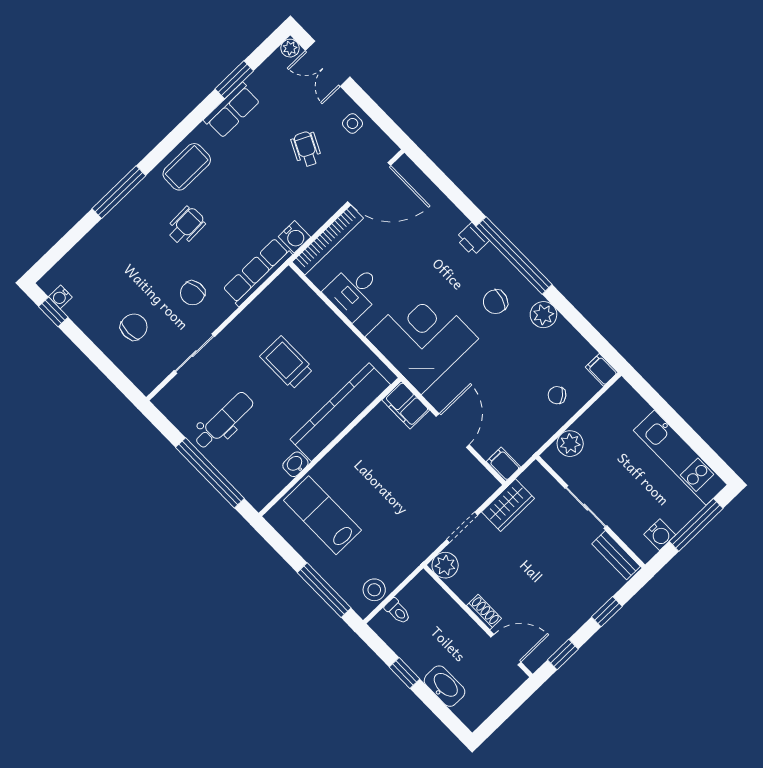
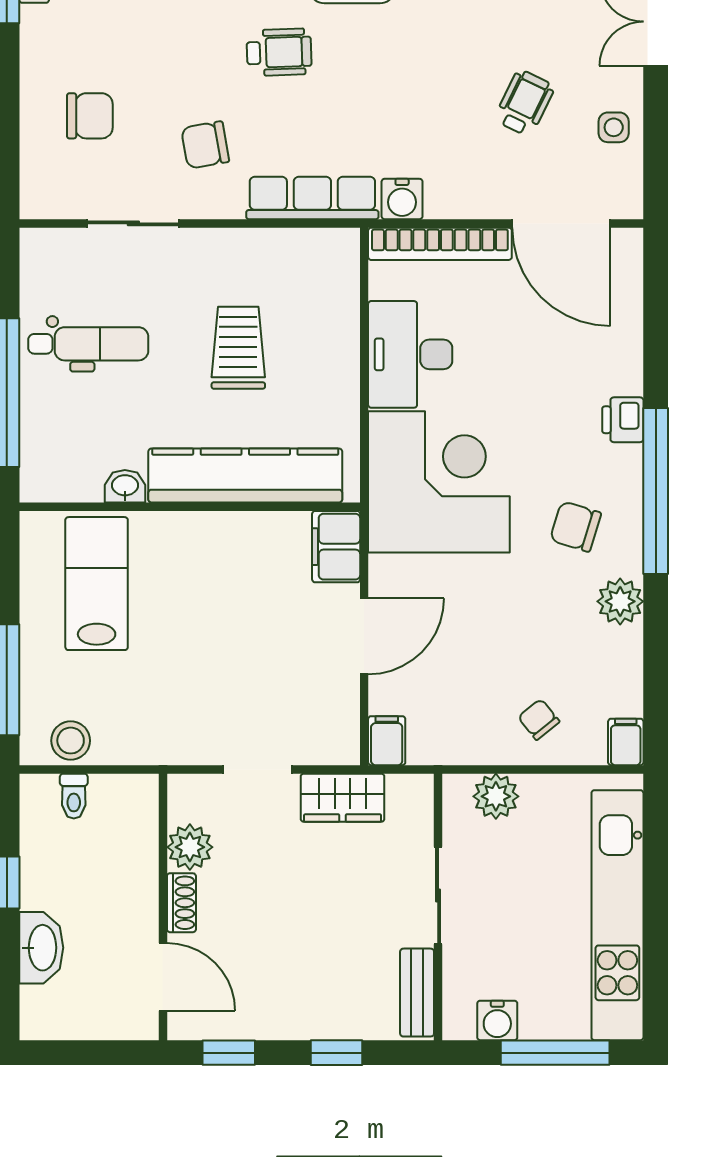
desk: (354, 291) -> (410, 354), width x1.37
kitchen unit: (680, 458) -> (617, 915), width x1.36
plant: (445, 565) -> (190, 847), moved

